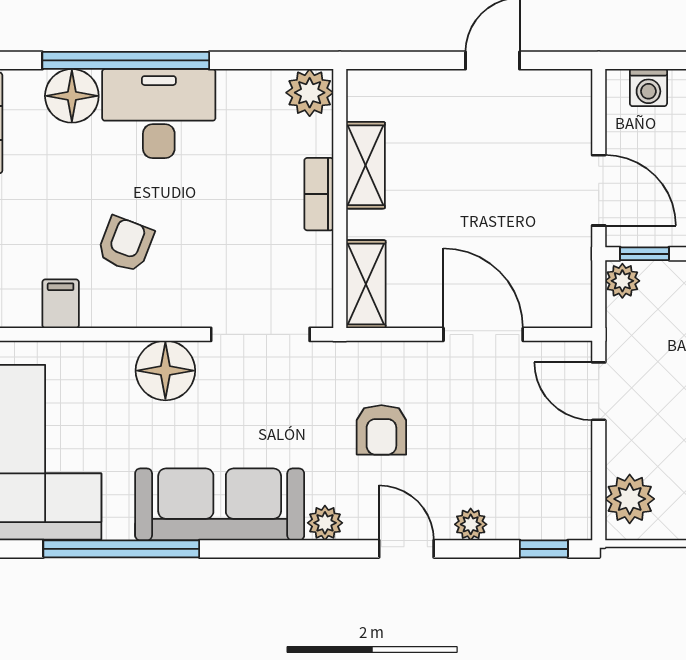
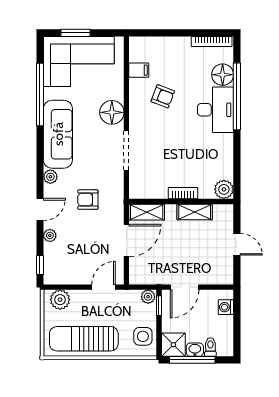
plant: (310, 93) -> (224, 189), moved
shelving: (366, 165) -> (195, 212), moved
bookcase: (319, 194) -> (183, 193), moved
wall: (340, 198) -> (181, 202), moved
shelving: (366, 284) -> (147, 212), moved

